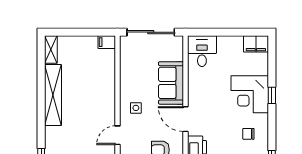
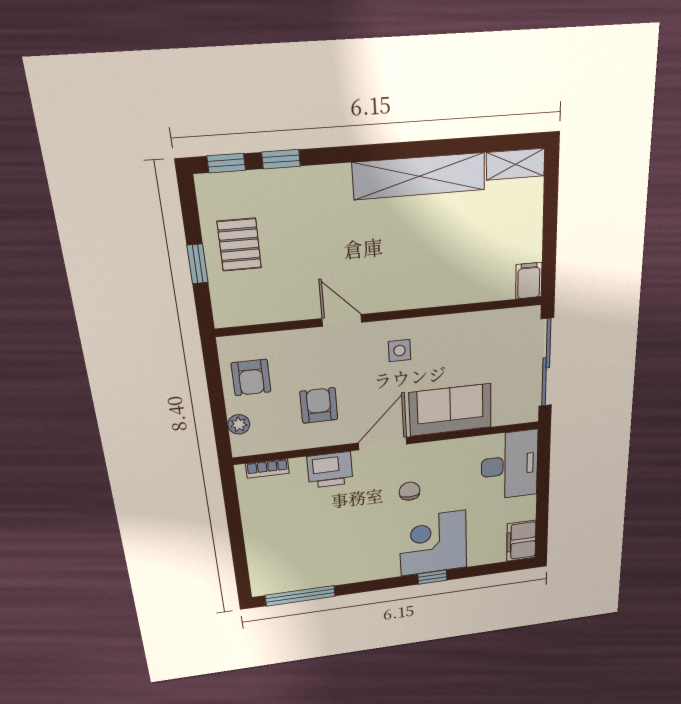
desk: (202, 51) -> (510, 465), width x1.37
chair: (248, 134) -> (410, 491), moved

